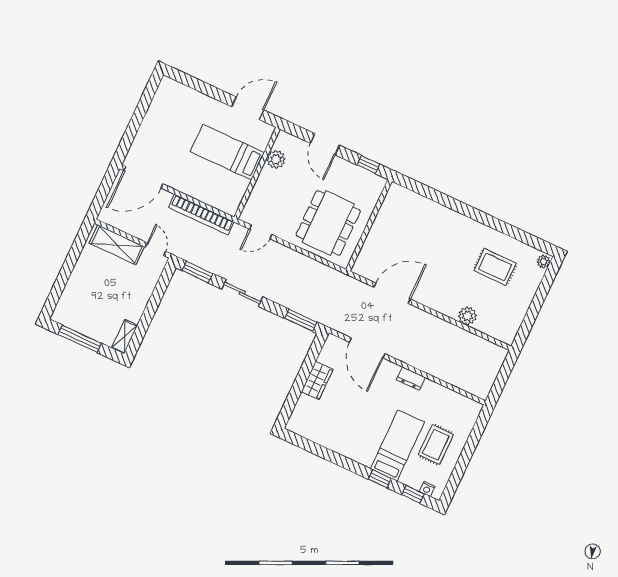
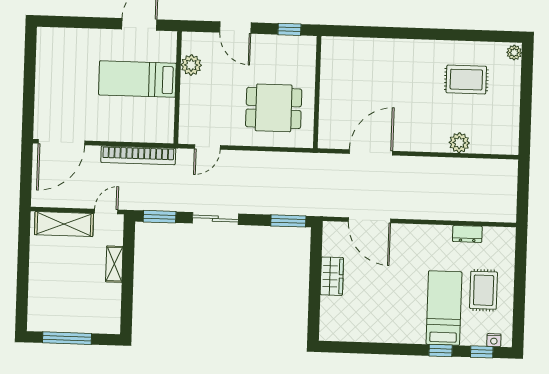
dining table: (328, 223) -> (274, 108), width x0.73
door: (156, 249) -> (106, 212), hinge flipped
shelving: (125, 337) -> (114, 264), moved
dresser: (411, 379) -> (467, 234), moved

